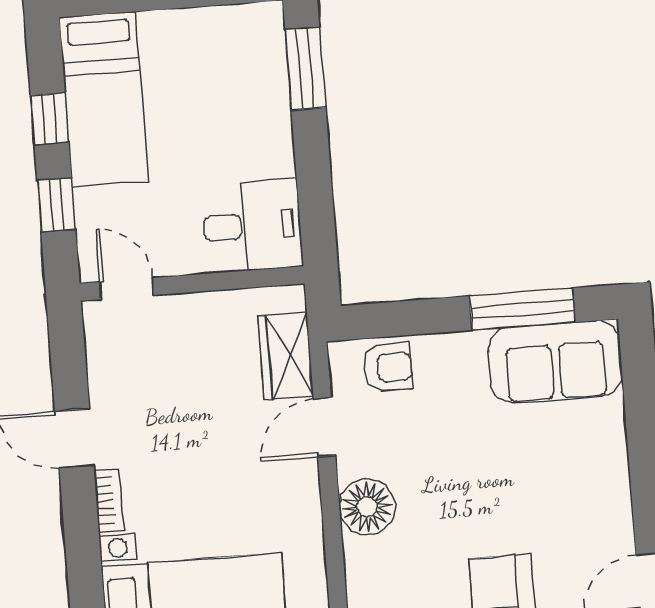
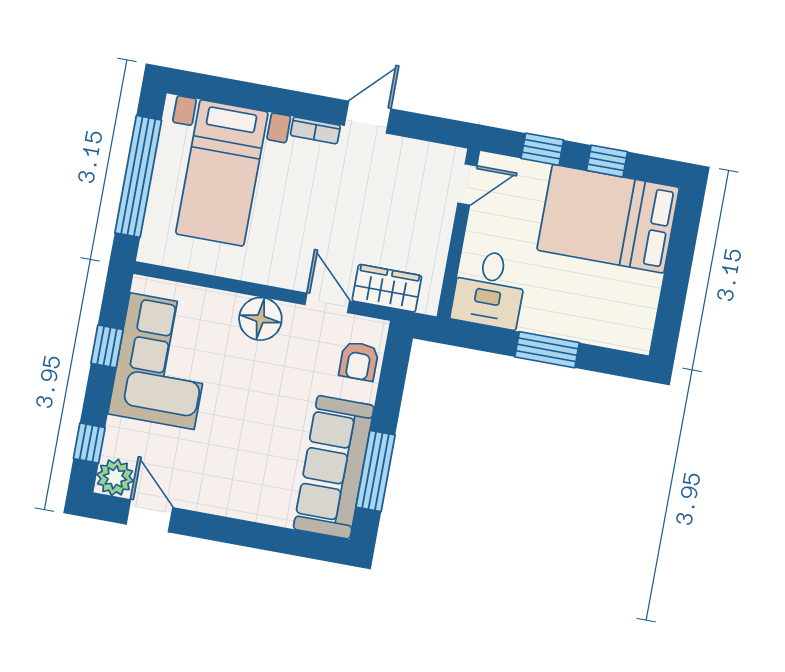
window: (305, 69) -> (547, 350), moved
bed: (104, 99) -> (608, 219), width x1.50
sofa: (555, 362) -> (334, 467), width x1.36

